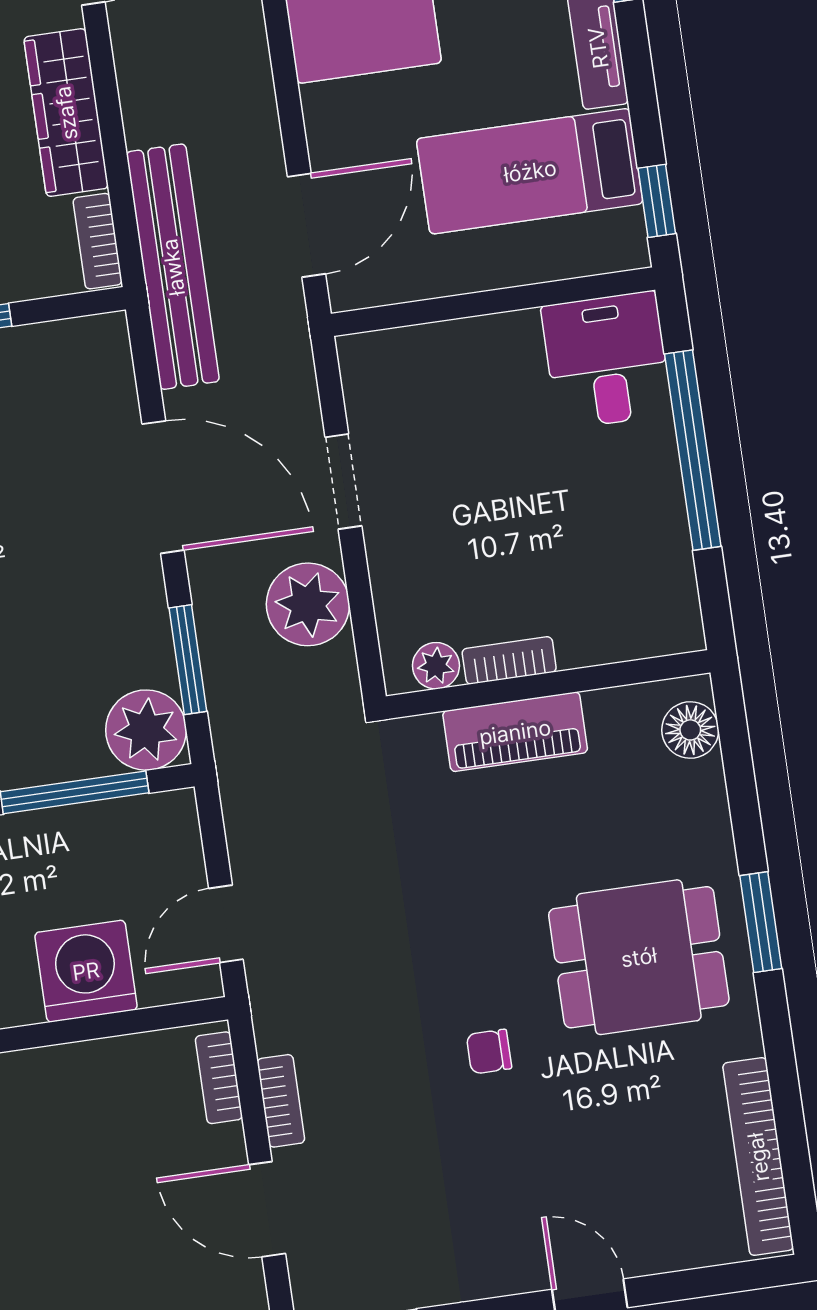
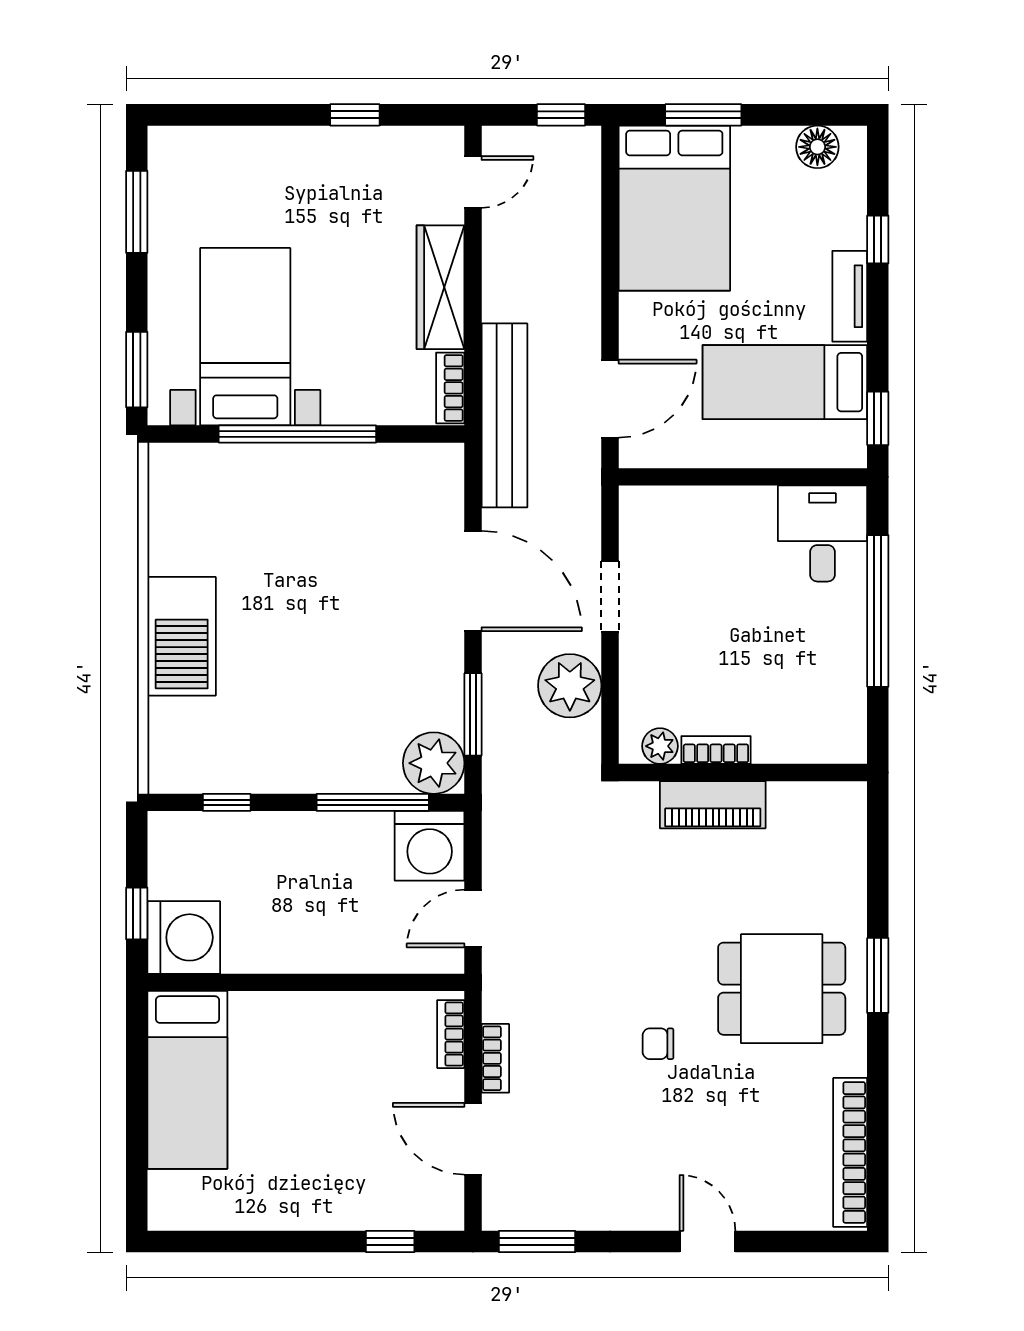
floor lamp: (690, 730) -> (845, 822), removed
washing machine: (86, 971) -> (430, 846), moved, turned 180

